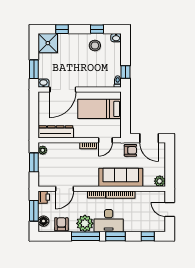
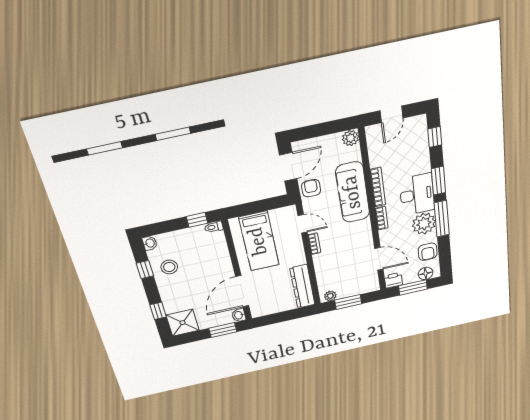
door: (63, 90) -> (242, 291), swing flipped
armchair: (61, 224) -> (428, 252), turned -90

